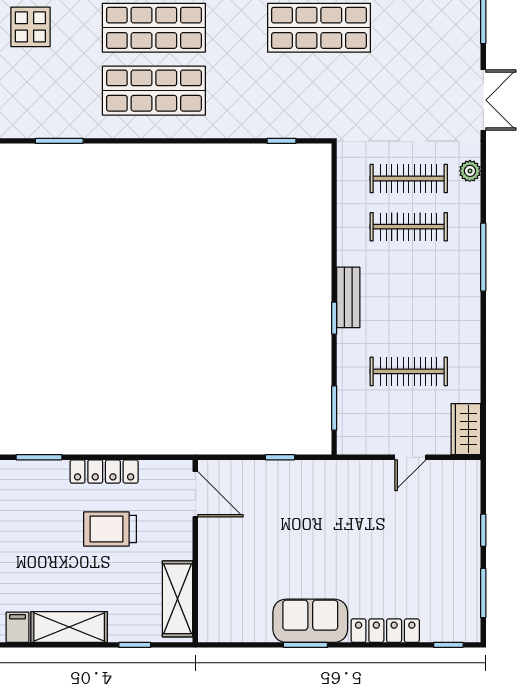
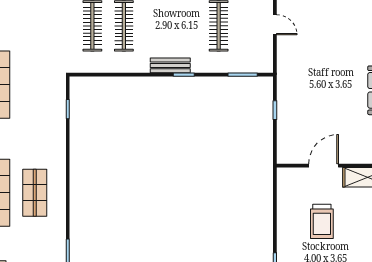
shop shelf: (154, 91) -> (35, 193), width x0.70, depth x0.74
locker: (104, 471) -> (284, 225), removed
door: (195, 494) -> (324, 166), moved

